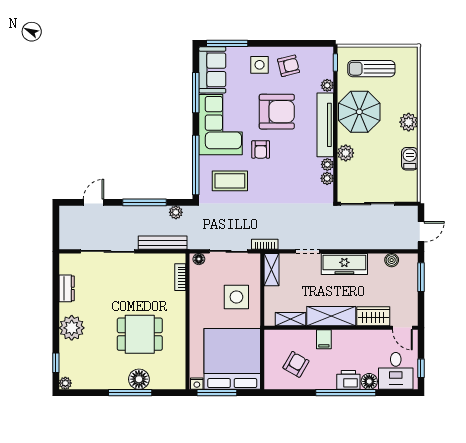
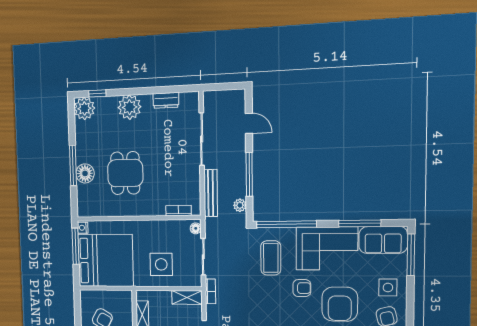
armchair: (261, 149) -> (302, 288), turned 180
plant: (65, 383) -> (84, 108), width x1.88, depth x1.88

